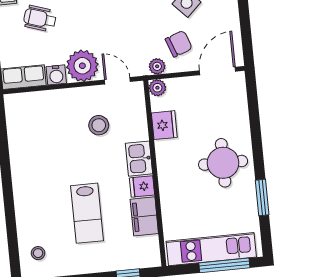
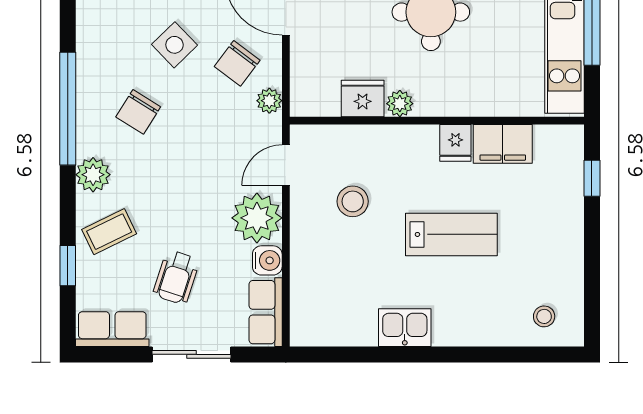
chair: (179, 44) -> (237, 63), turned -123
plant: (157, 88) -> (400, 104), moved
kitchen sink: (139, 159) -> (405, 328), moved, turned 180
lab bench: (87, 213) -> (451, 234), moved

